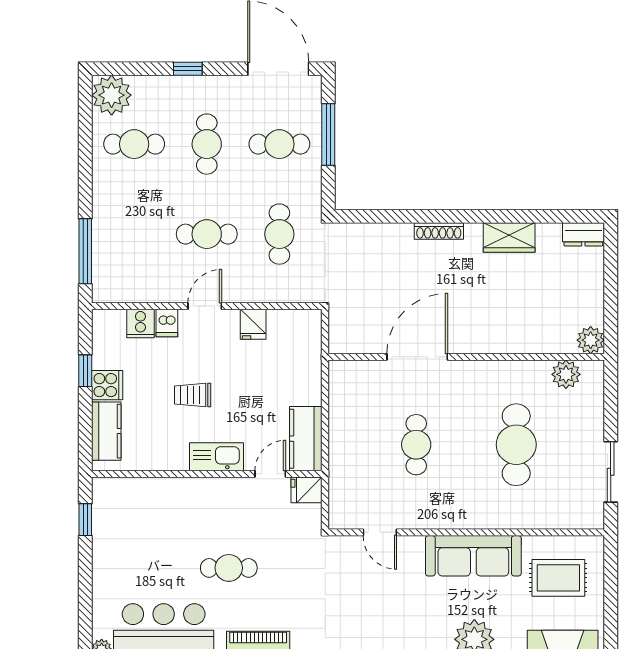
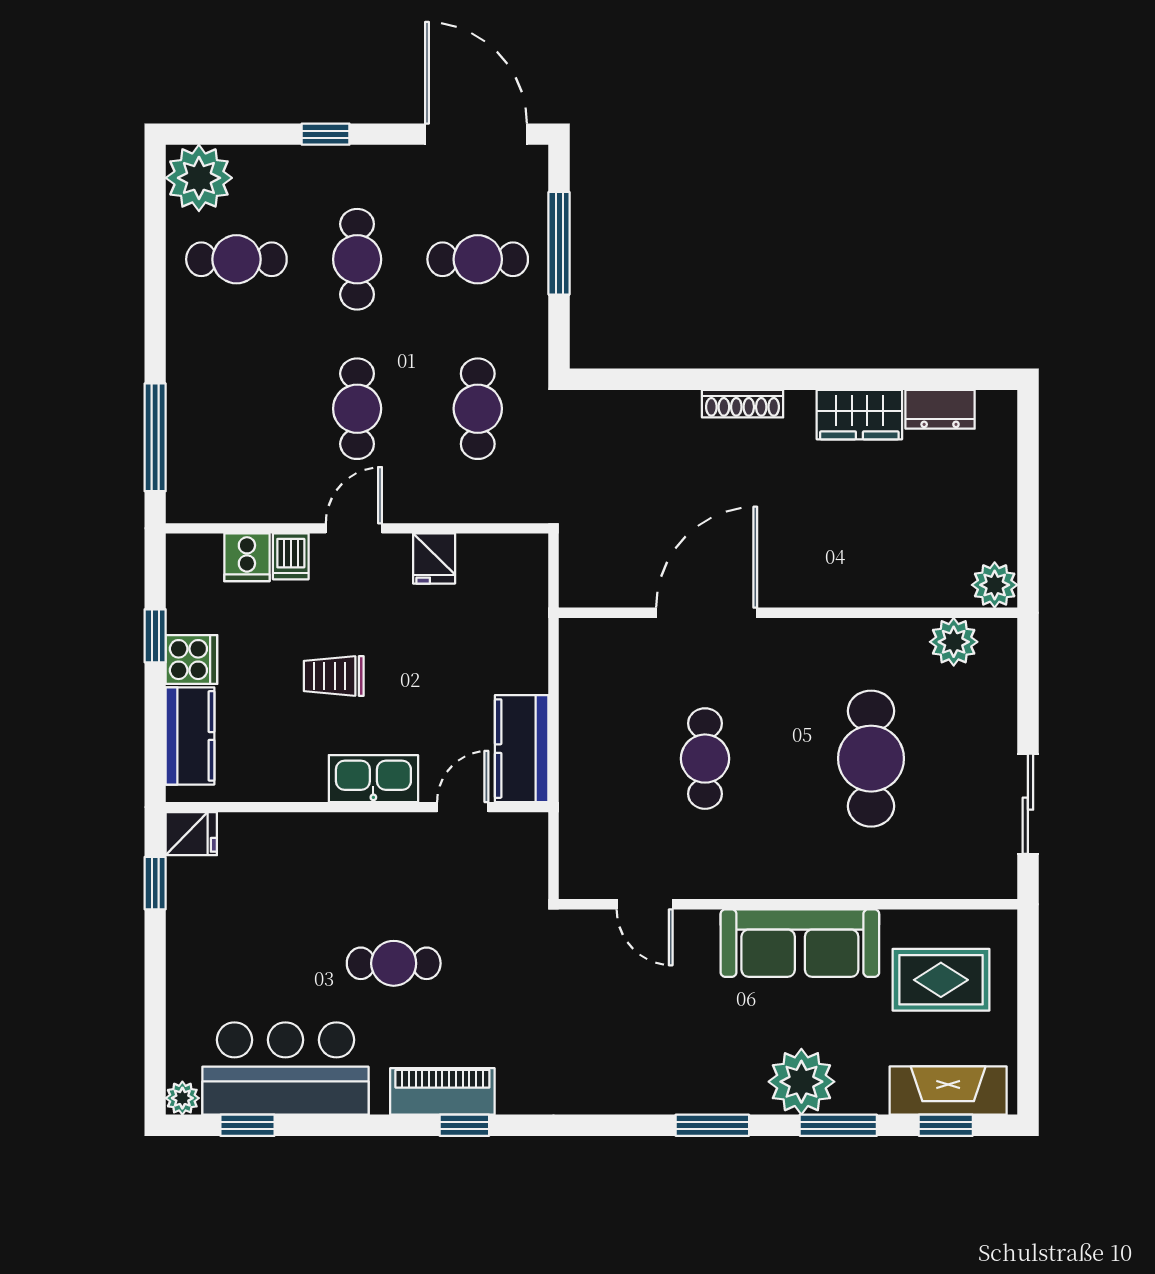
cafe table: (207, 234) -> (357, 409), turned 90
dresser: (583, 234) -> (940, 409), moved
fridge: (307, 490) -> (191, 834), moved, turned 180

